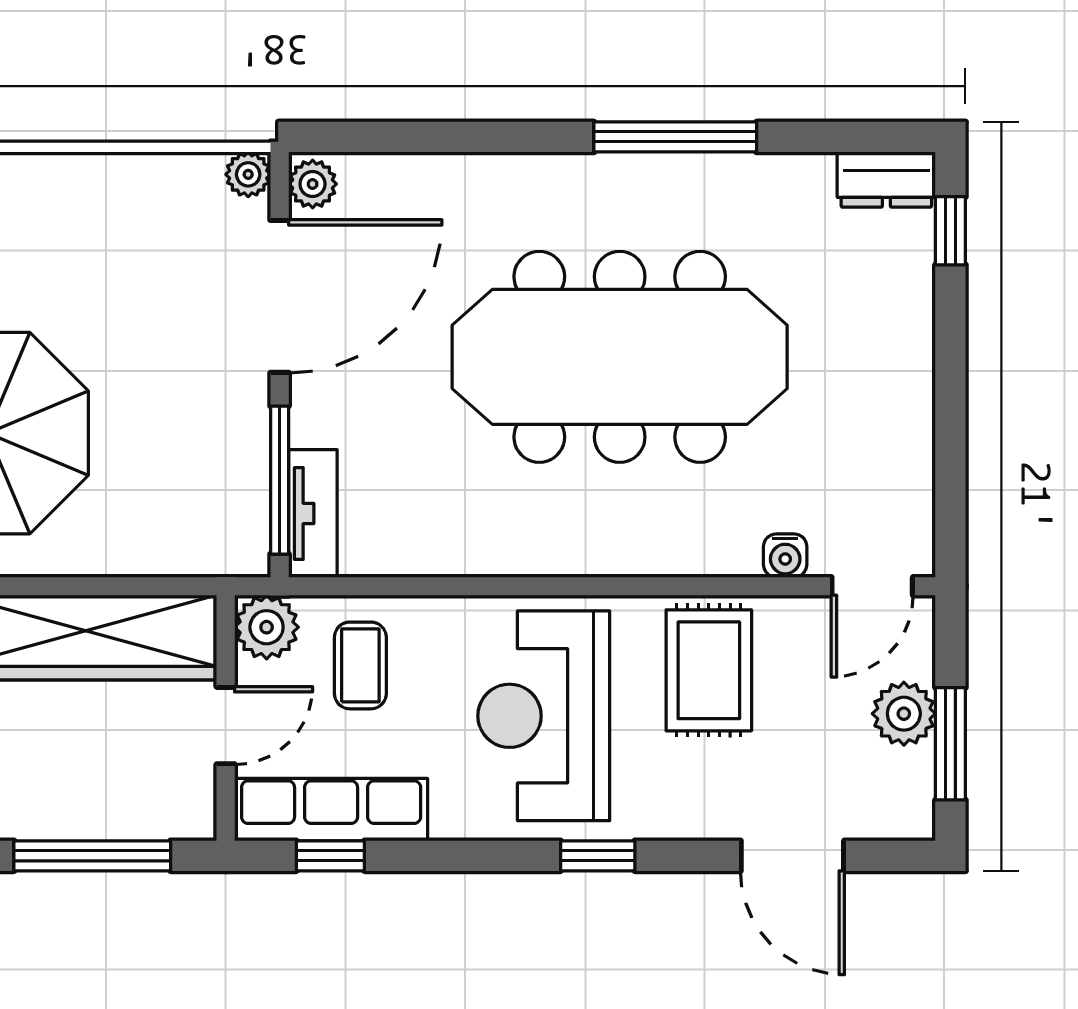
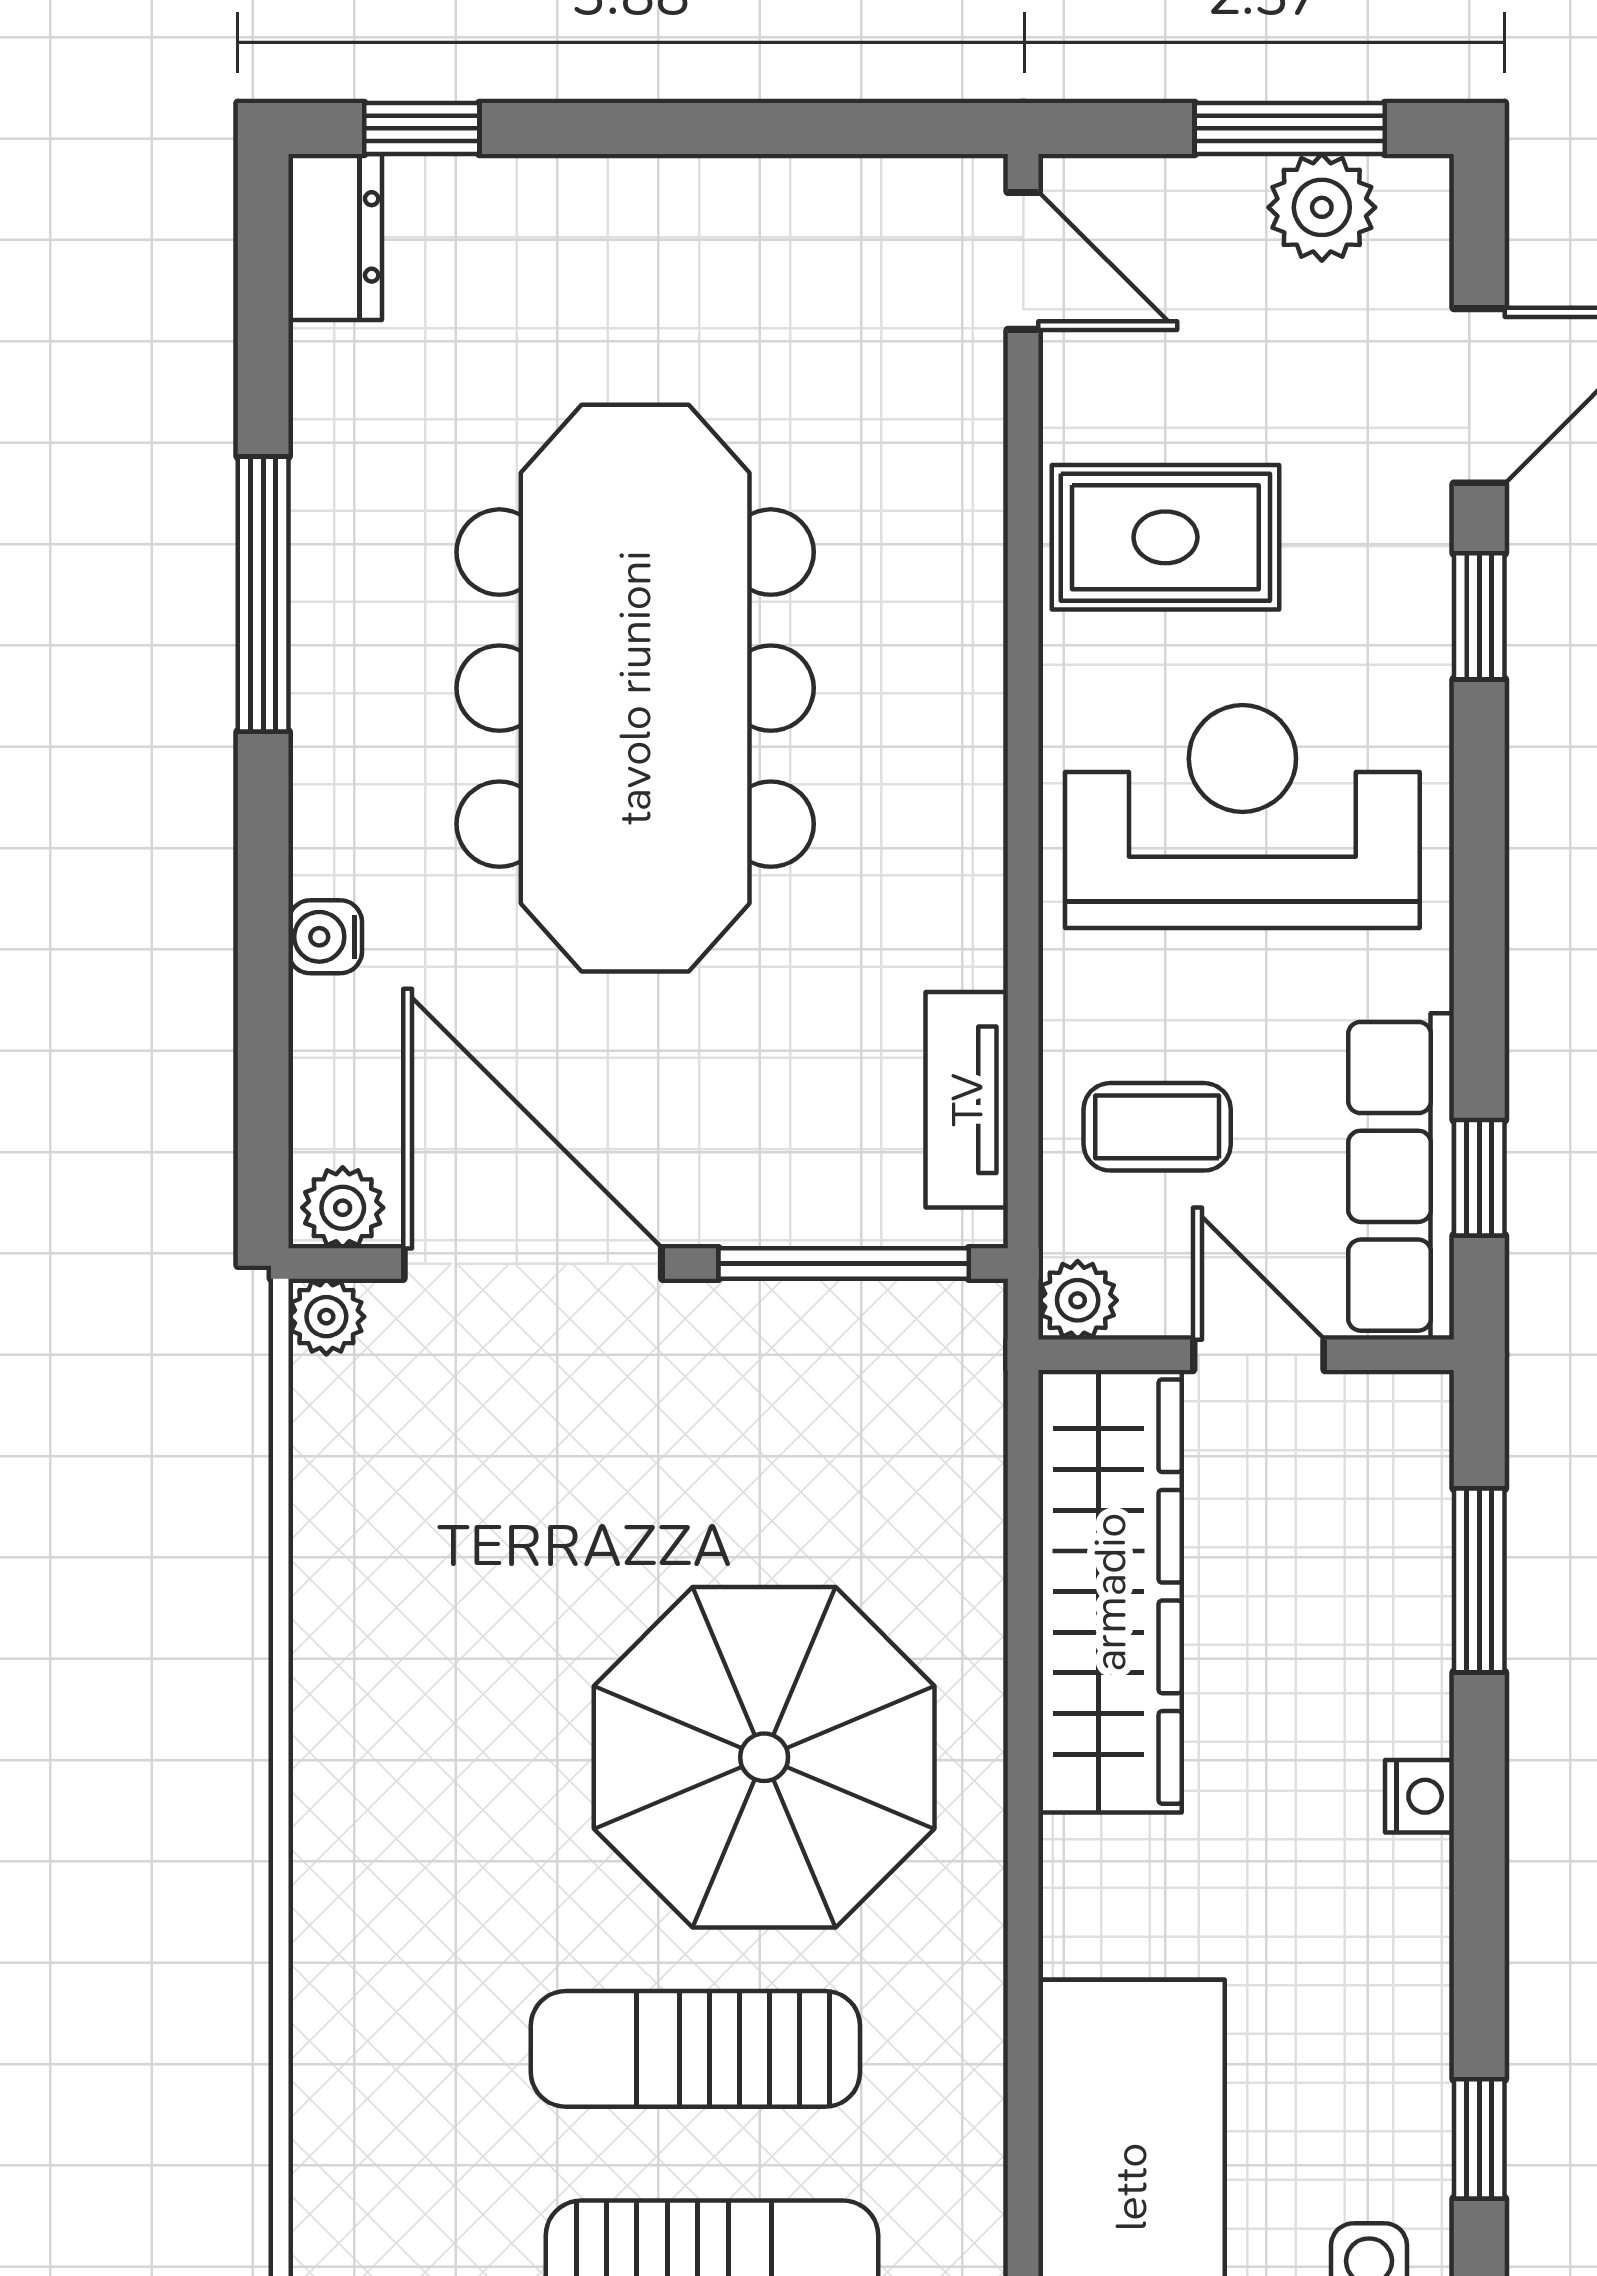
tv unit: (313, 513) -> (967, 1100), moved, turned -90
water cooler: (785, 556) -> (325, 937), moved, turned 180
plant: (267, 627) -> (1078, 1300), width x0.73, depth x0.73
plant: (904, 714) -> (1322, 207), moved
reception desk: (544, 716) -> (1242, 817), turned 180
window: (92, 856) -> (1479, 1580), width x0.69
window: (598, 856) -> (1479, 616), moved

